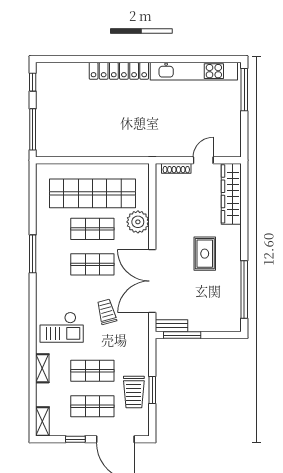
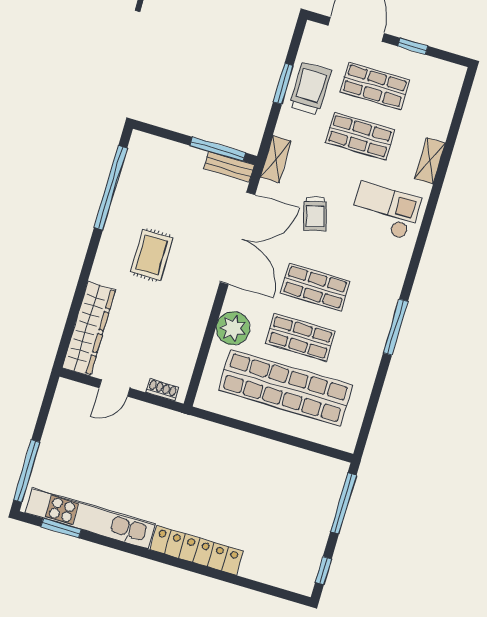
window: (211, 59) -> (61, 528), added
shoe rack: (176, 168) -> (162, 390), width x0.70
shelving: (42, 421) -> (276, 159), moved

